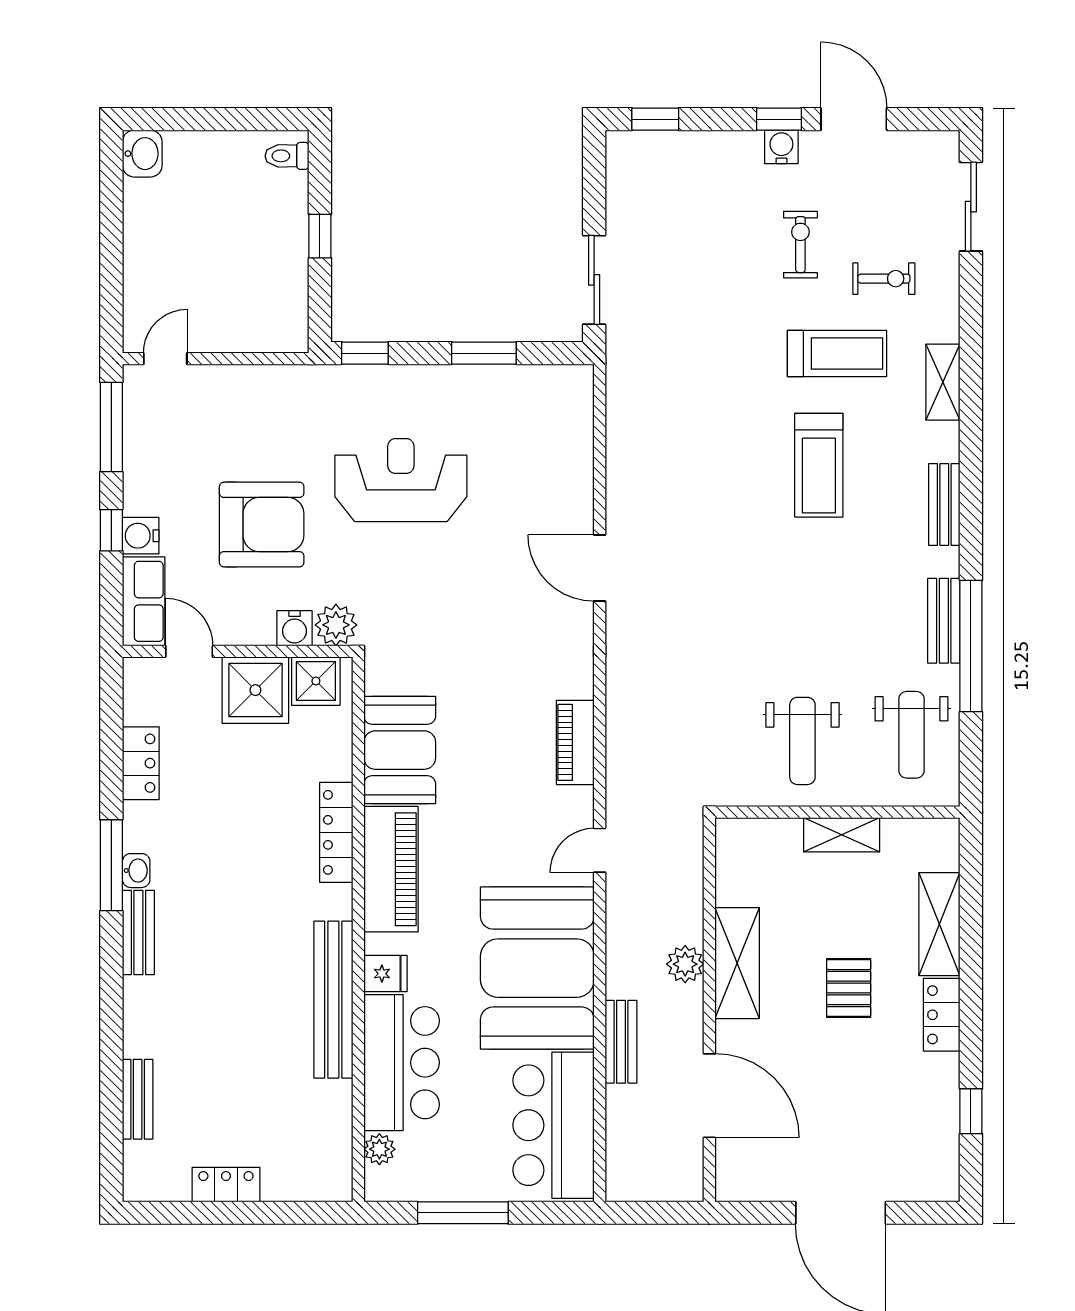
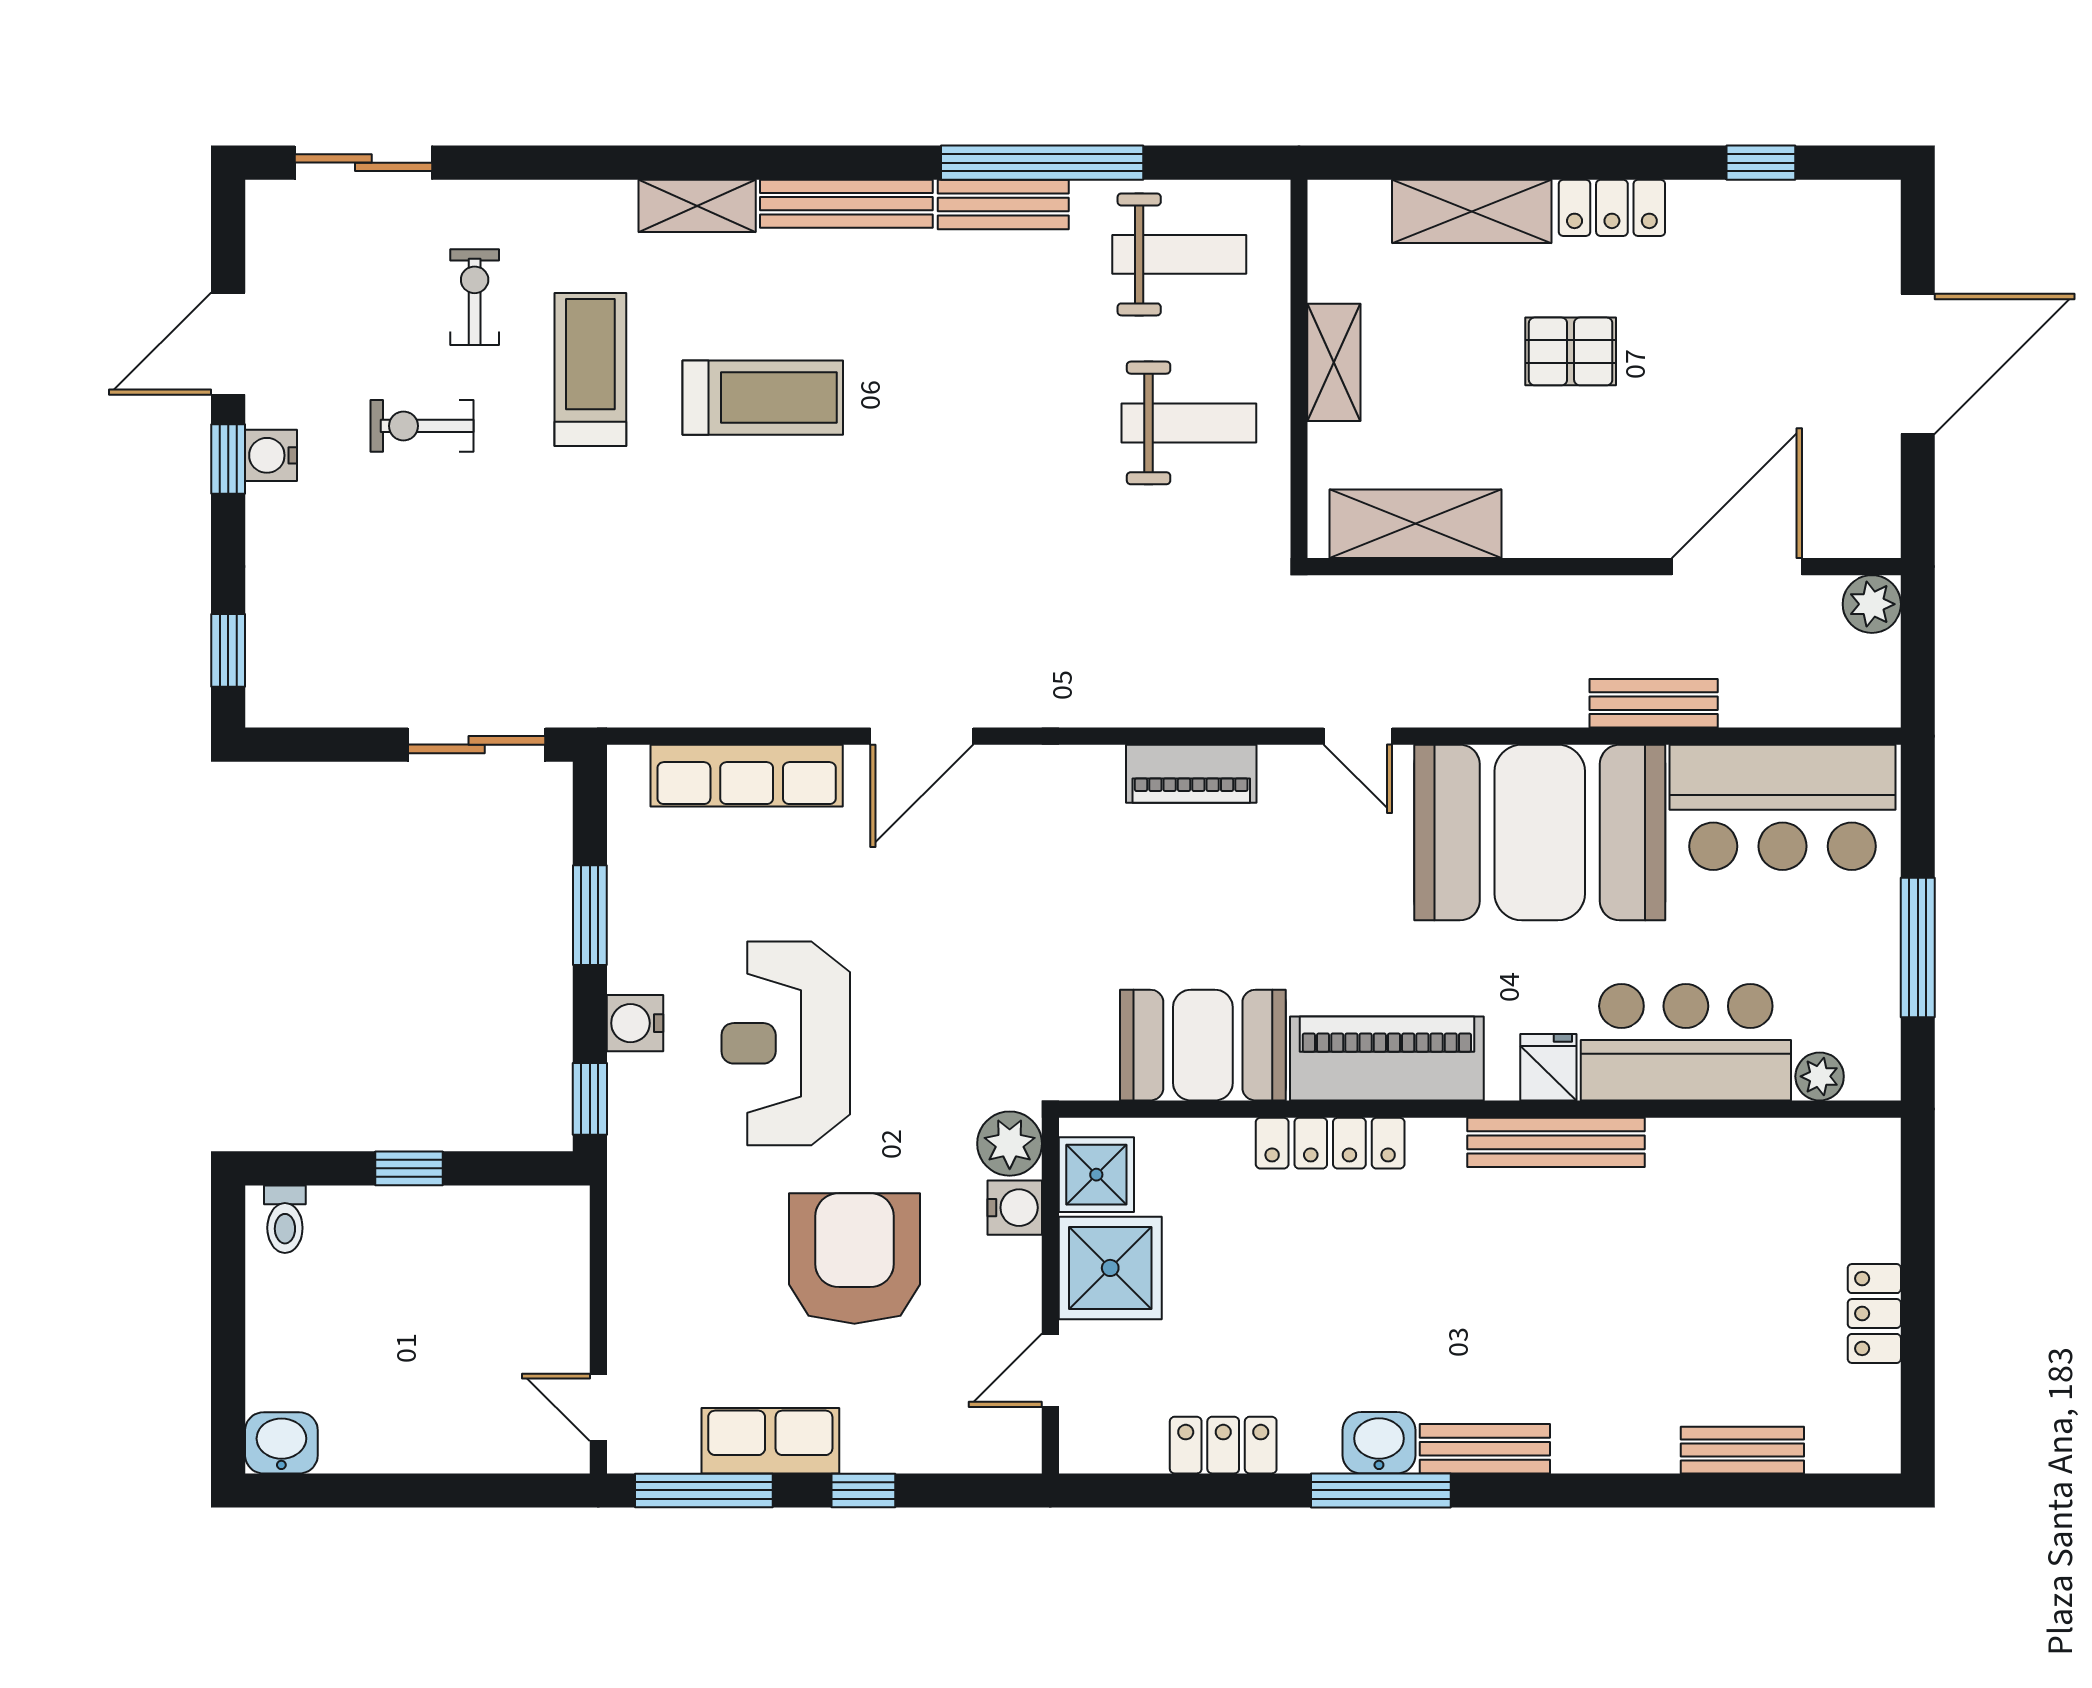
shelving: (943, 382) -> (697, 206), moved
row of seats: (574, 455) -> (747, 776), added
bench: (944, 504) -> (846, 204), width x1.36
water cooler: (141, 536) -> (635, 1023), moved, turned 90
row of seats: (144, 601) -> (770, 1441), moved
washbasin: (136, 871) -> (1379, 1443), width x1.38, depth x1.45
shelving: (737, 963) -> (1415, 524), moved
plant: (685, 964) -> (1872, 604), moved
bench: (333, 1000) -> (1556, 1142), width x0.73, depth x0.82

